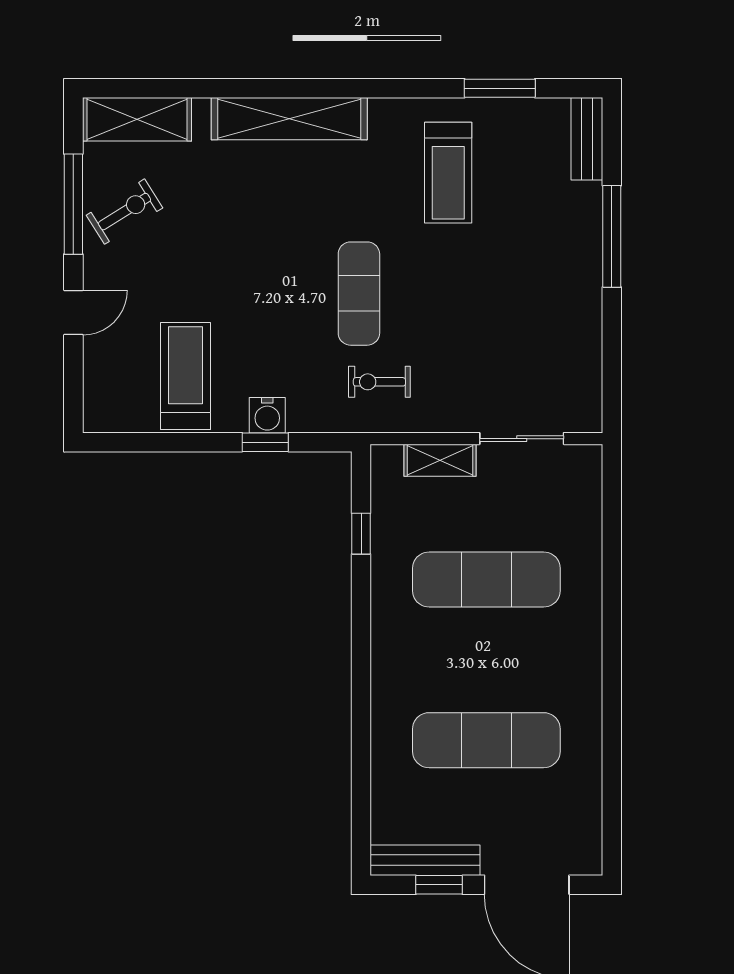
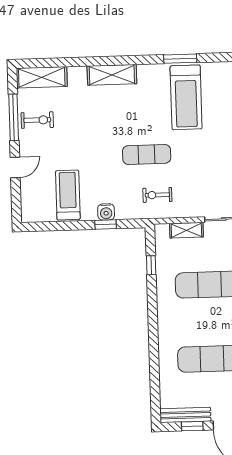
window: (500, 88) -> (180, 59), moved
shelving: (289, 119) -> (112, 75), width x0.68
treadmill: (448, 173) -> (186, 97), width x1.37, depth x1.38
exercise bike: (125, 212) -> (37, 120), turned 32
exercise mat: (359, 294) -> (147, 154), turned 90

